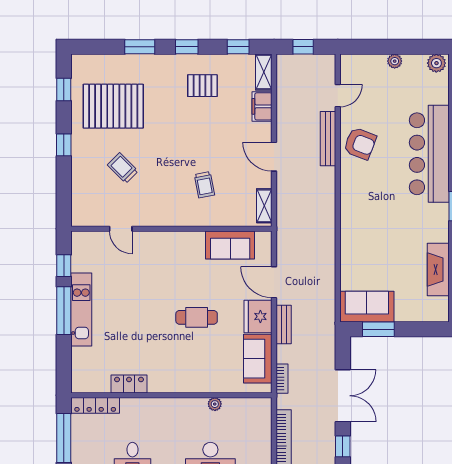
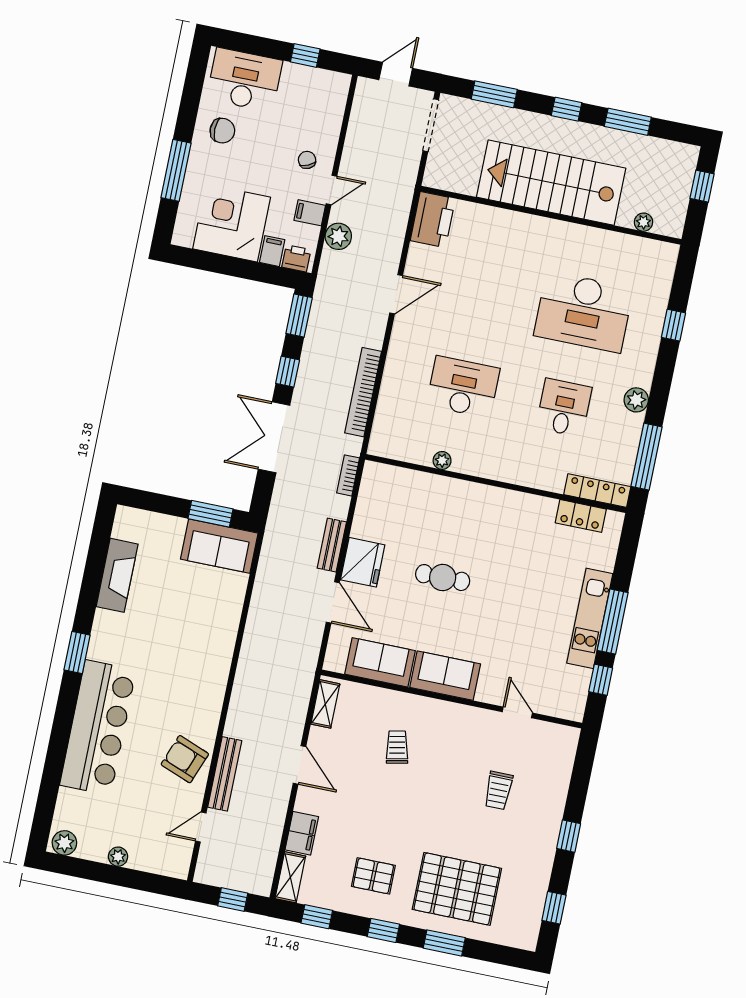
pallet: (113, 106) -> (457, 889), moved
trolley: (123, 168) -> (498, 790), turned 45
sofa: (258, 359) -> (445, 676), moved, turned -90
locker: (129, 384) -> (581, 516), moved

